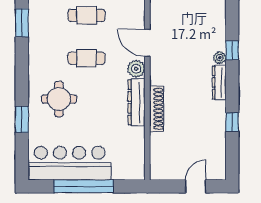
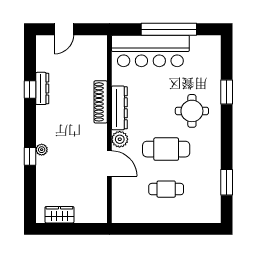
cafe table: (86, 58) -> (166, 149), width x1.37, depth x1.35
dresser: (219, 82) -> (42, 88), moved
bar counter: (70, 163) -> (150, 51), moved

